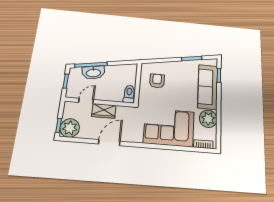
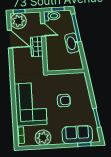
washbasin: (93, 73) -> (72, 43), moved
armchair: (157, 81) -> (64, 101), moved
sofa: (208, 87) -> (77, 135), width x0.73
toilet: (129, 94) -> (52, 16), moved
door: (109, 143) -> (10, 39), moved

